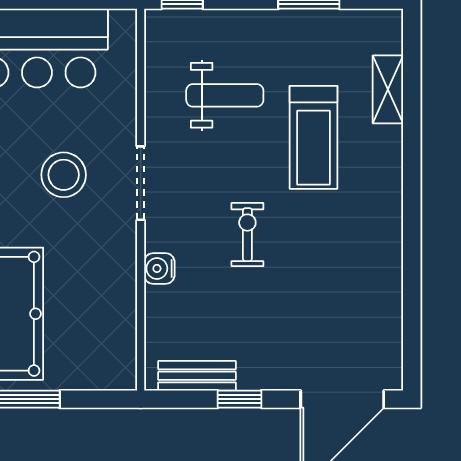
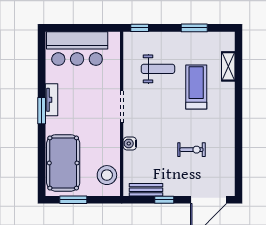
treadmill: (314, 137) -> (196, 87), turned 180
stool: (64, 175) -> (107, 175), moved
exercise bike: (247, 235) -> (191, 150), moved, turned 90

